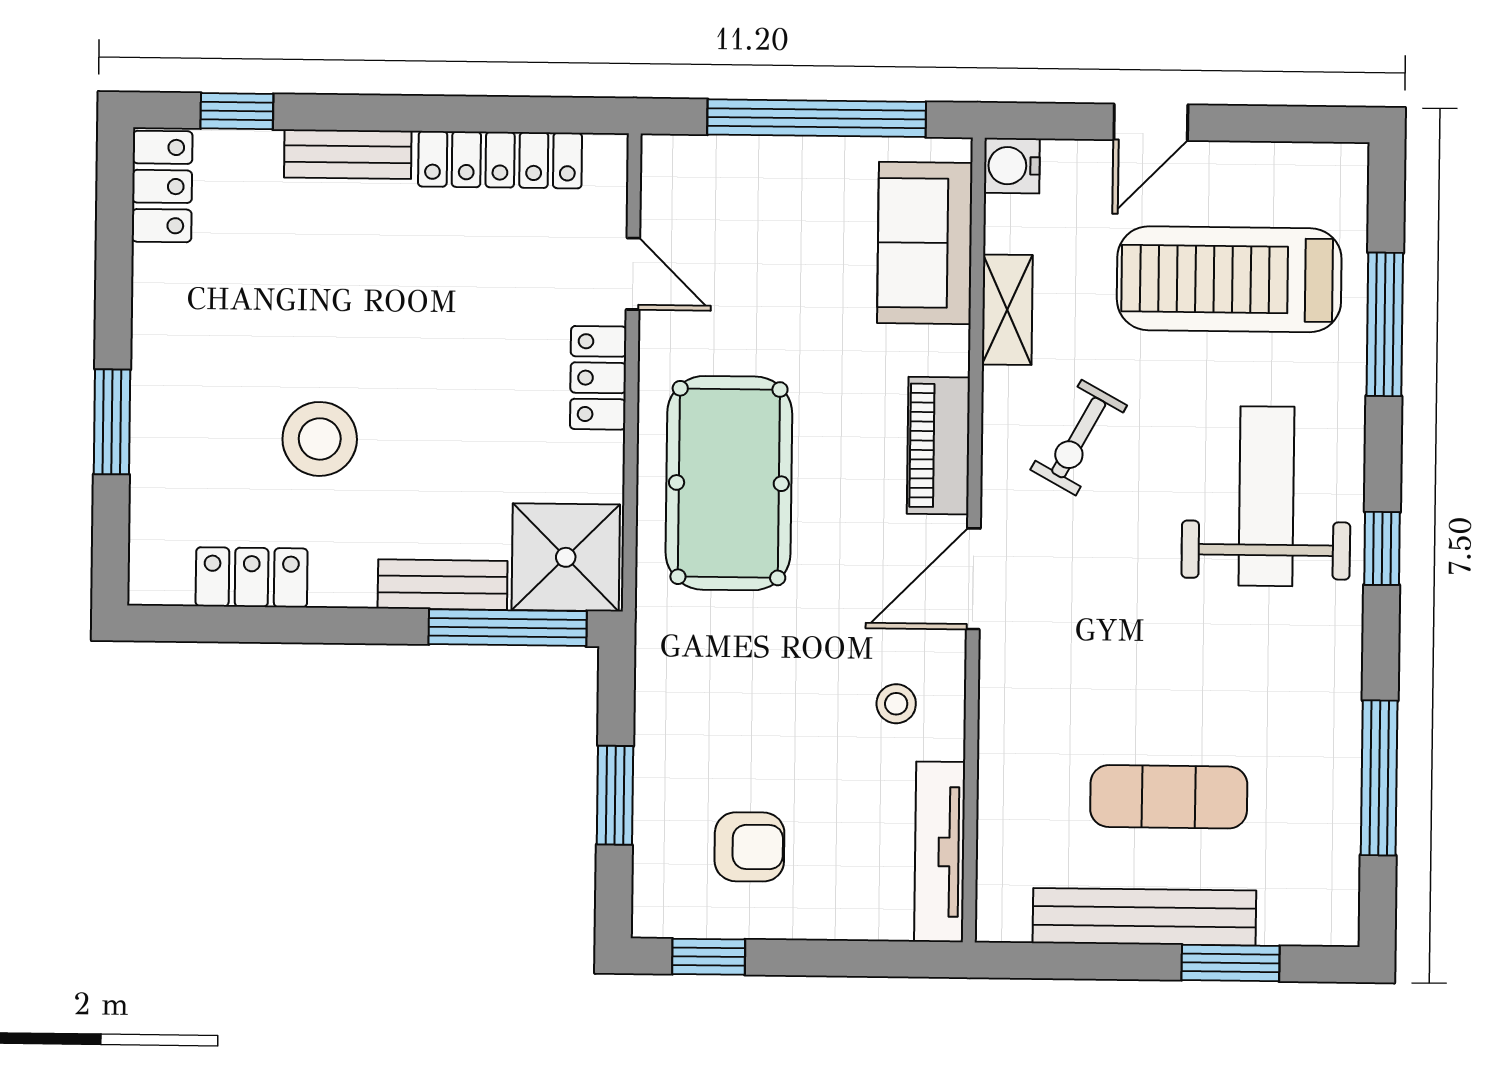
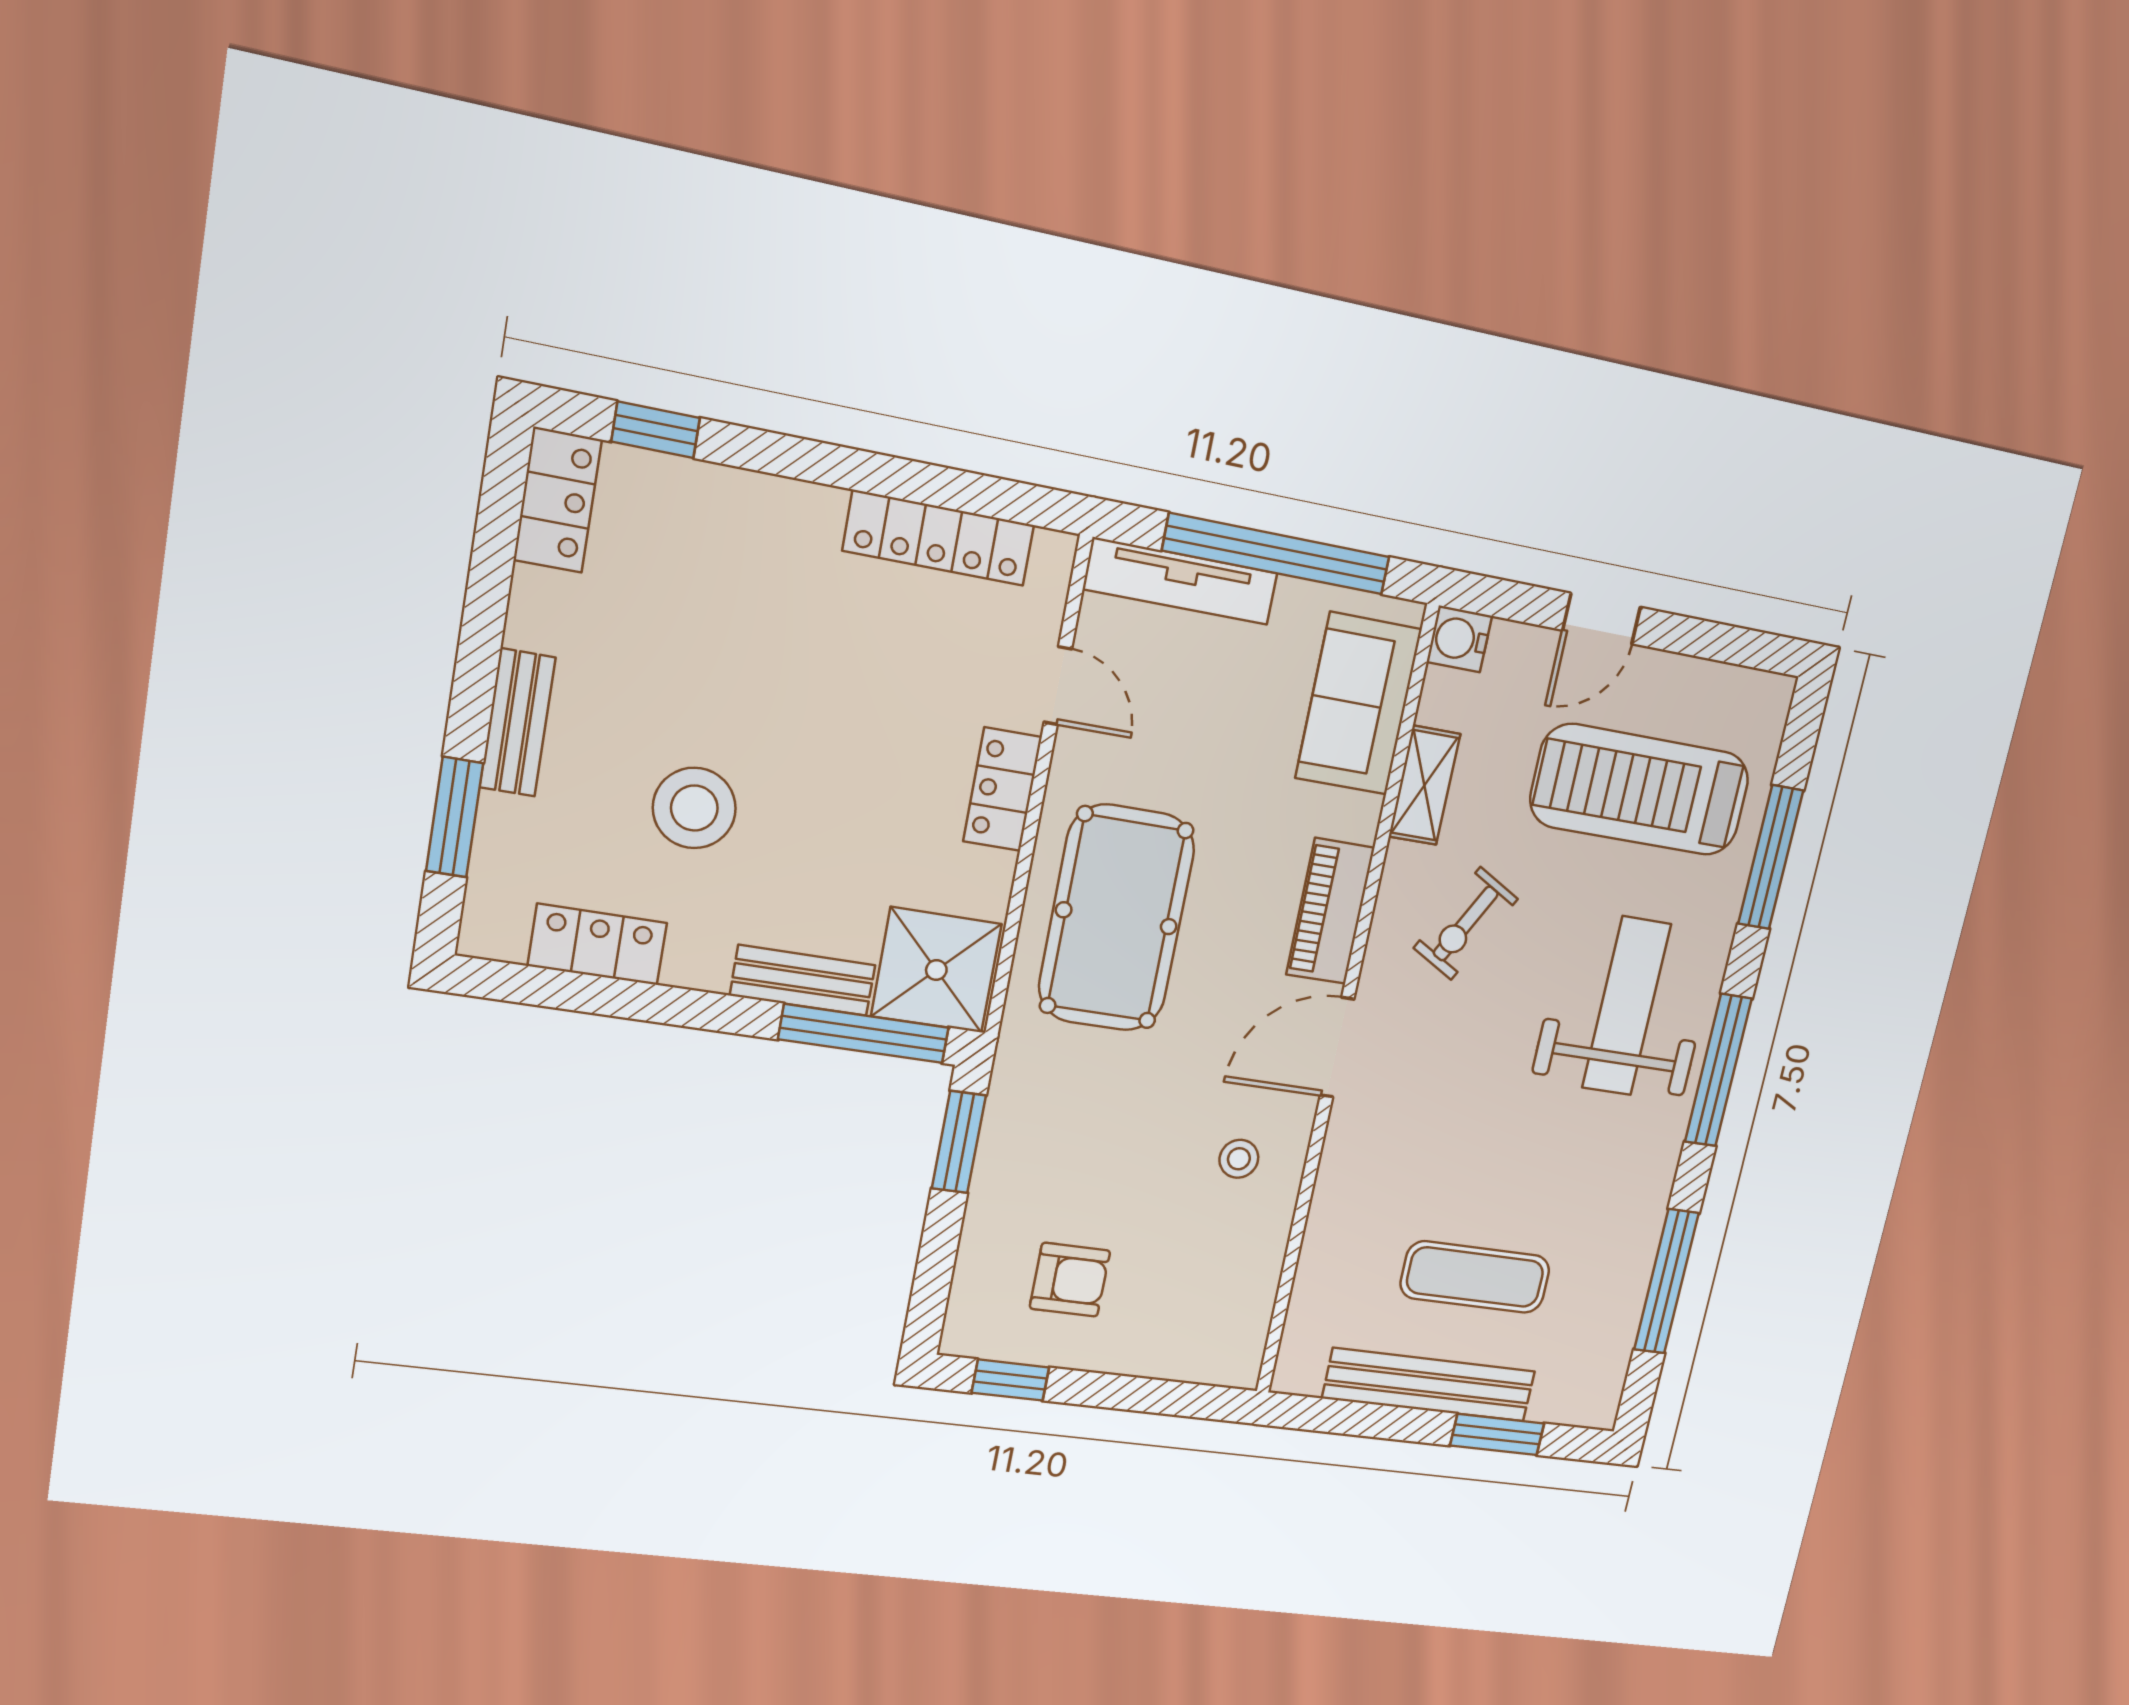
bench: (348, 154) -> (517, 722), moved, turned 90
window: (112, 422) -> (455, 817), moved
window: (1382, 548) -> (1718, 1070), width x2.17
window: (615, 795) -> (959, 1142), moved
tv unit: (940, 852) -> (1180, 581), moved, turned -90

